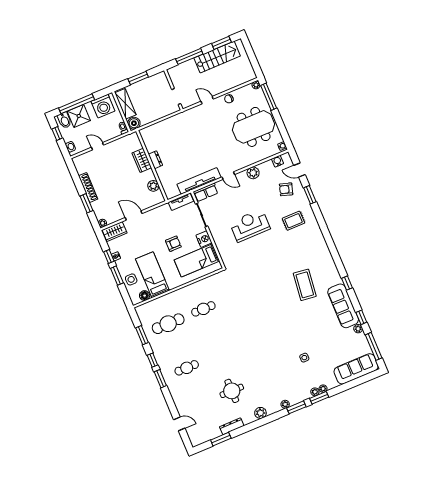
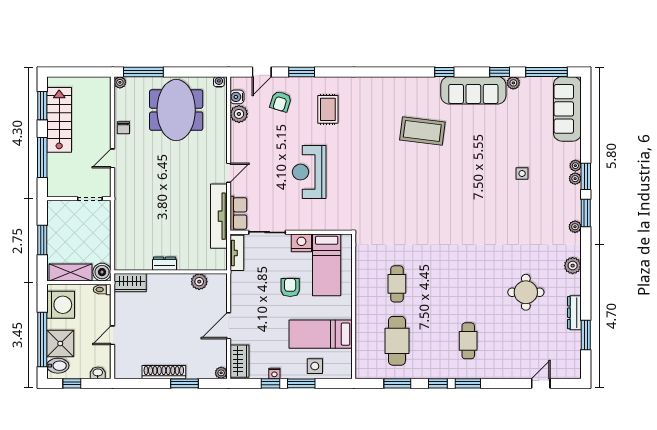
wardrobe: (142, 160) -> (130, 283), moved
plant: (253, 173) -> (239, 114), moved
floor lamp: (145, 296) -> (345, 357), removed

